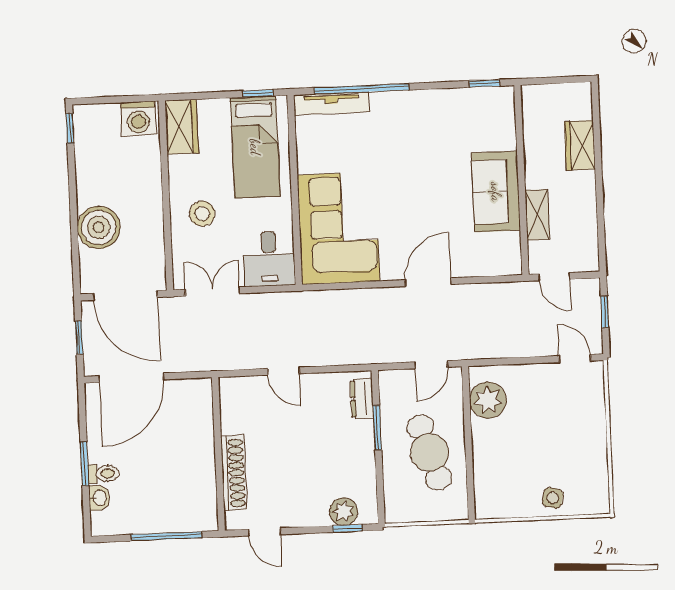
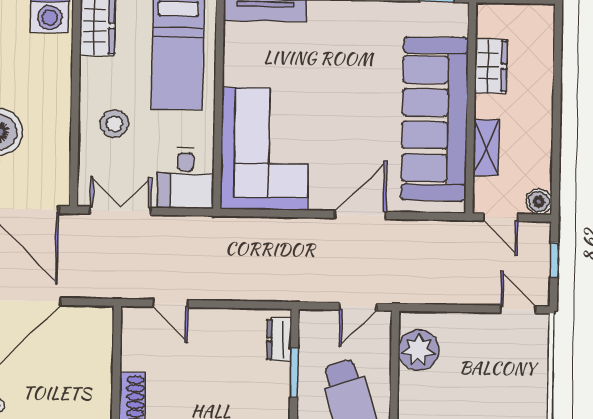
wardrobe: (580, 145) -> (491, 66), moved, turned 180
sofa: (496, 192) -> (435, 119), width x1.85, depth x1.27
boiler: (588, 260) -> (539, 202), added
door: (283, 371) -> (170, 303), moved

